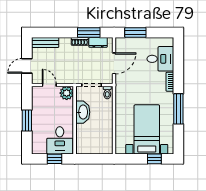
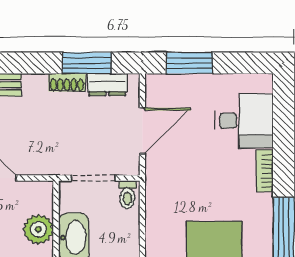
plant: (67, 93) -> (38, 229), moved

